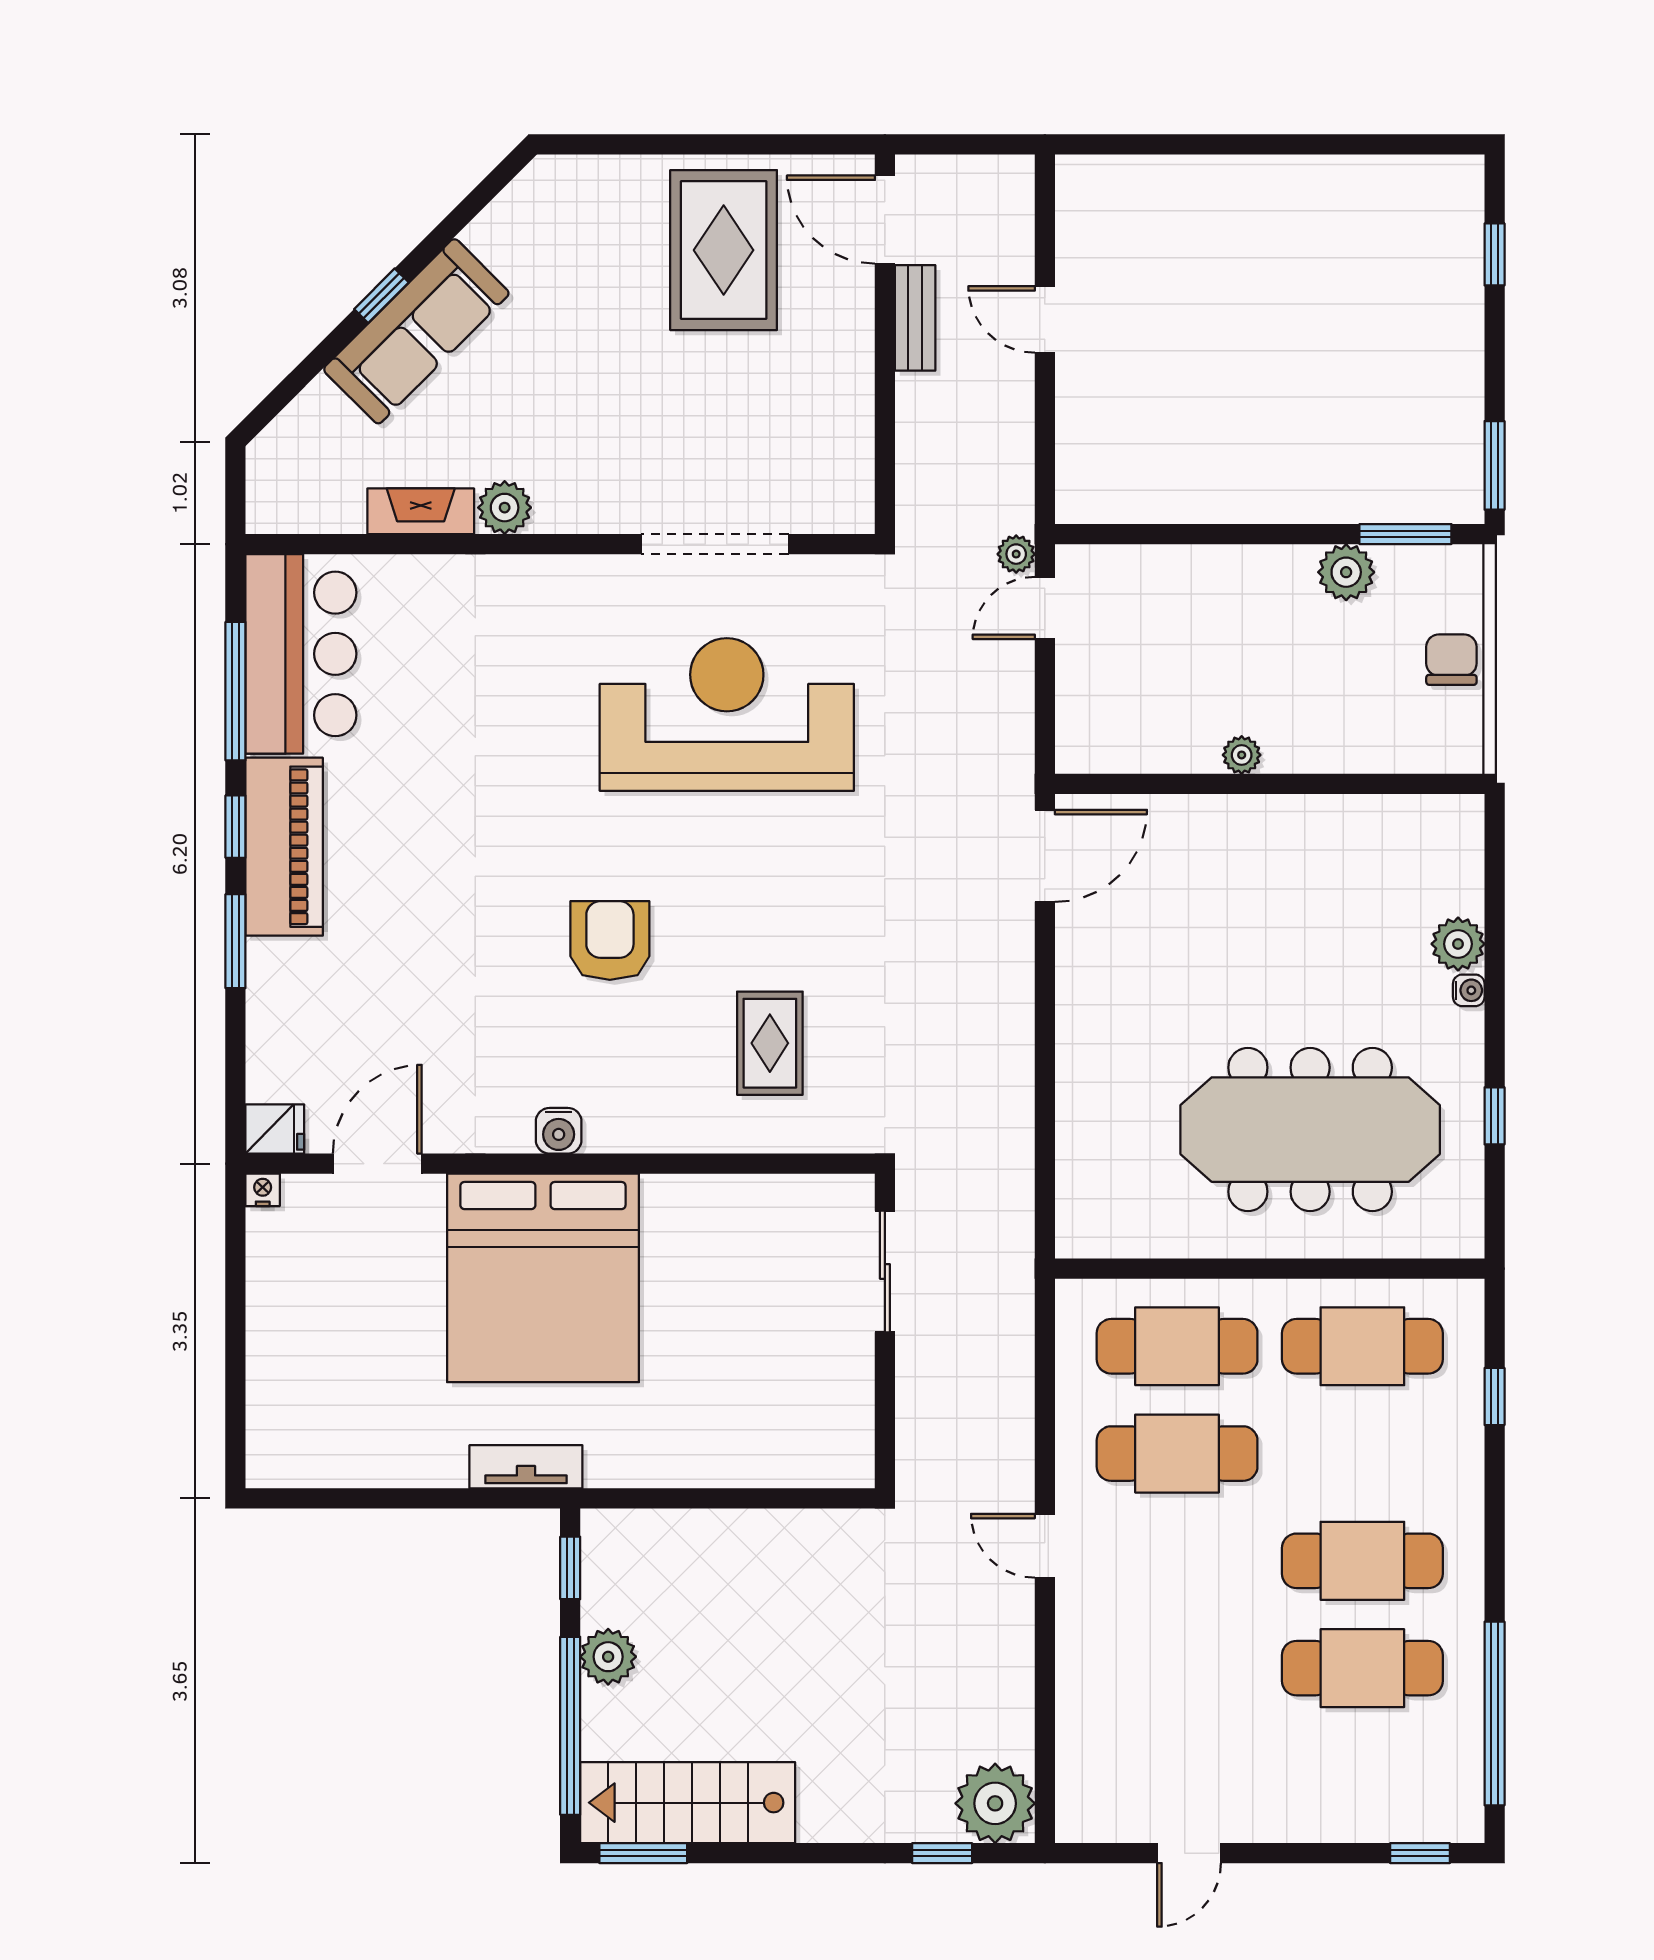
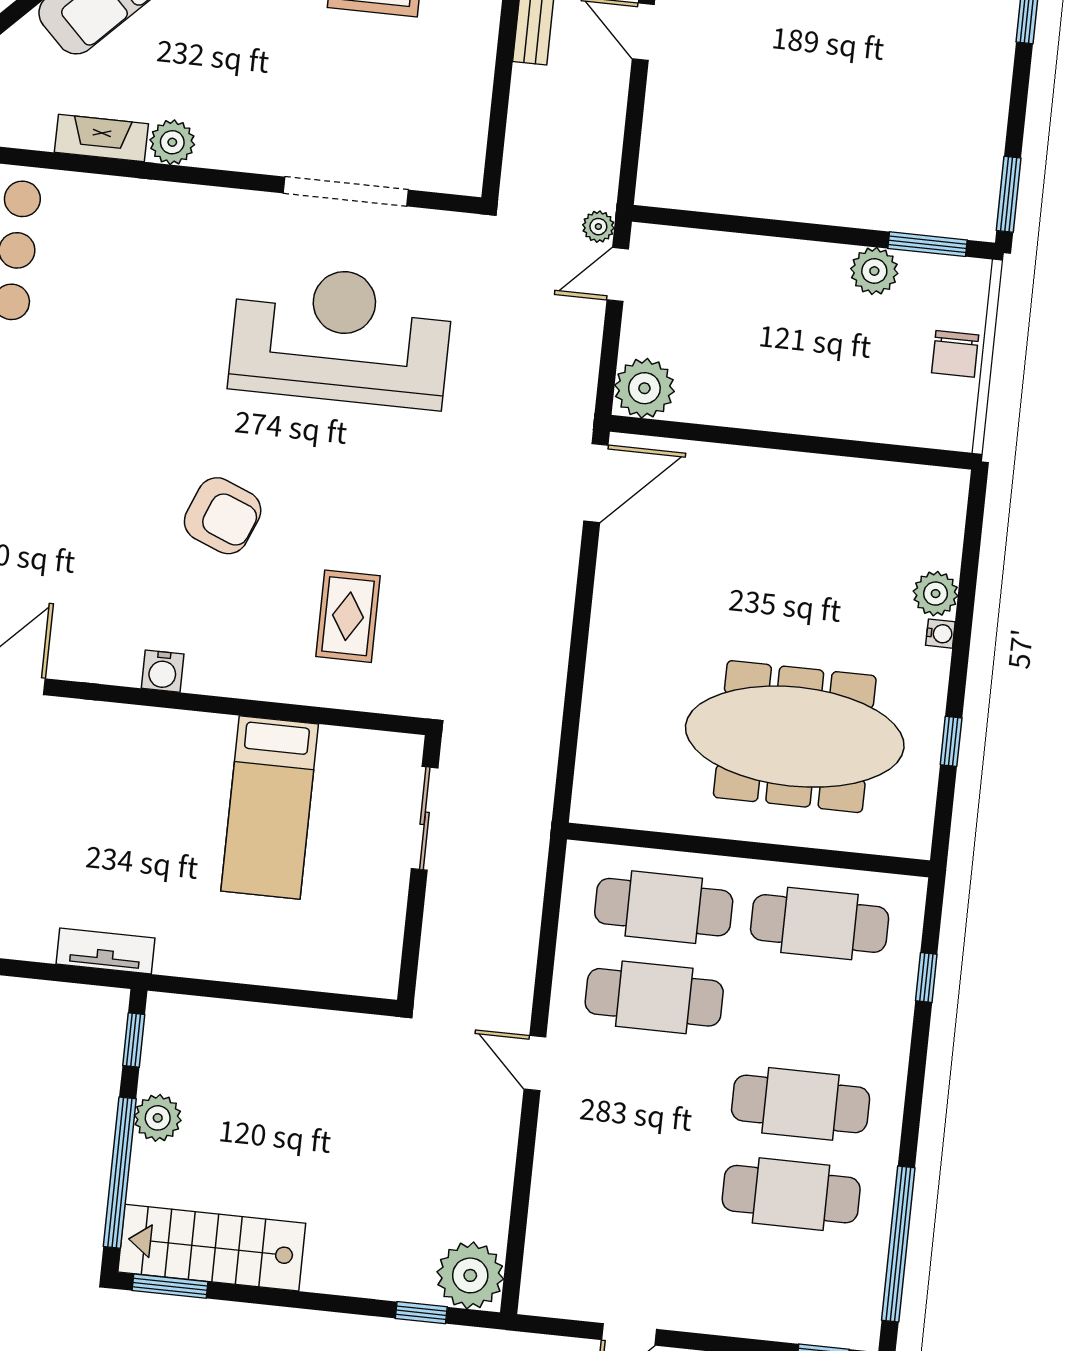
chair: (1451, 660) -> (955, 354), turned 180
plant: (1242, 755) -> (644, 388), moved, width x1.88, depth x1.88
armchair: (610, 941) -> (223, 516), turned 112
bed: (543, 1278) -> (270, 808), moved, width x0.49

